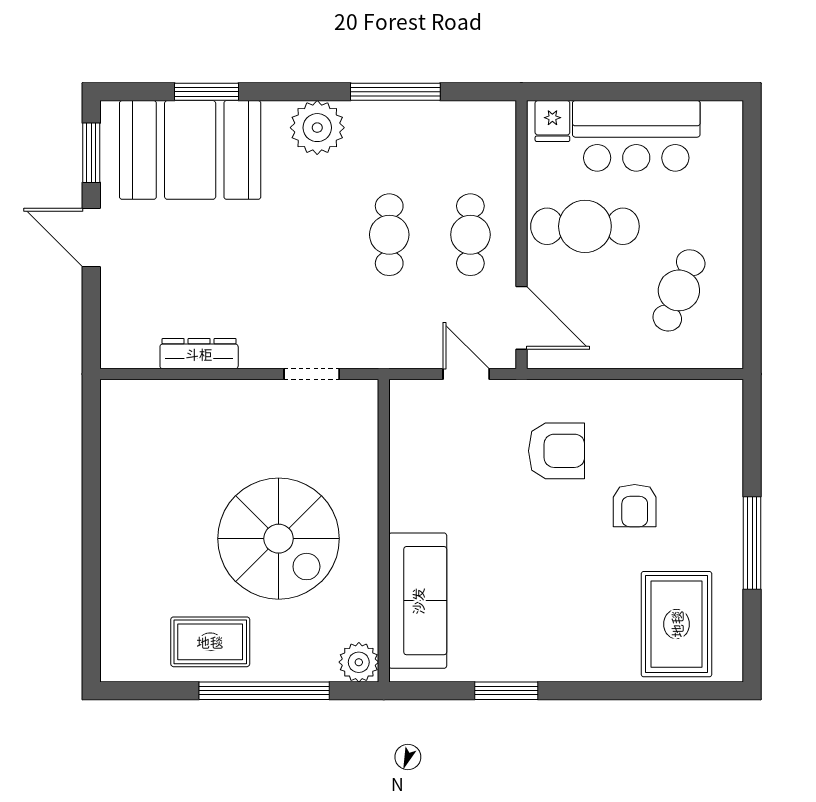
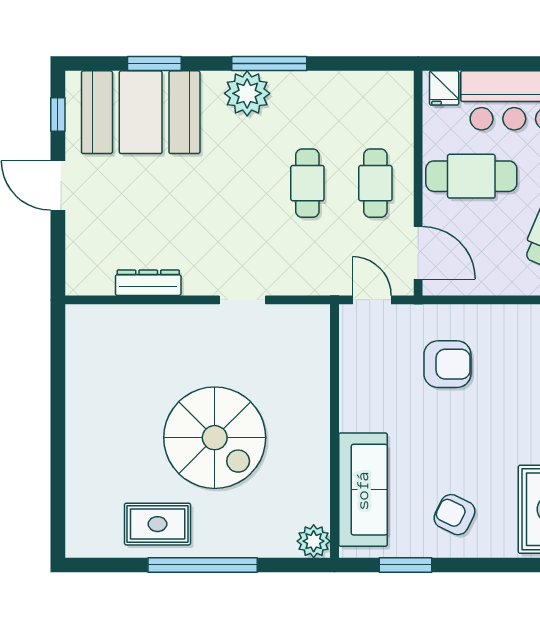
window: (395, 92) -> (269, 64), moved
window: (91, 153) -> (58, 115), width x0.67
armchair: (635, 506) -> (454, 515), moved, turned 116
wall: (384, 531) -> (335, 431), moved
sofa: (418, 601) -> (363, 490), moved
plant: (359, 662) -> (314, 541), moved

